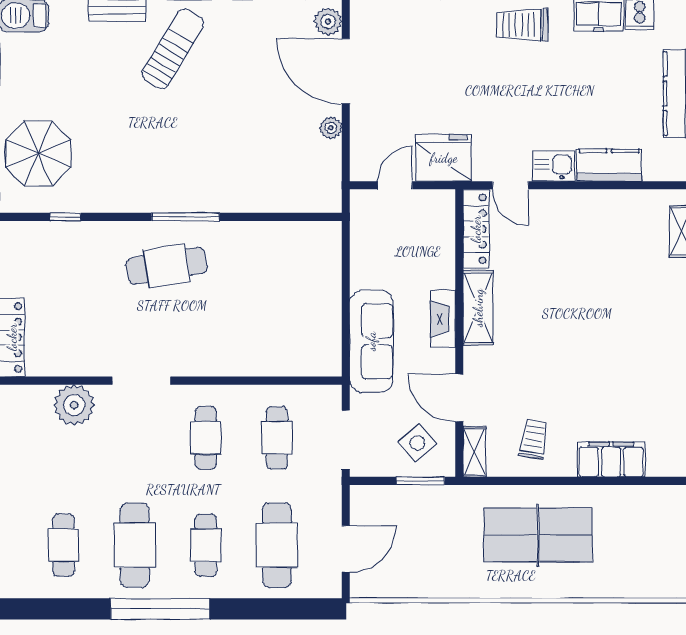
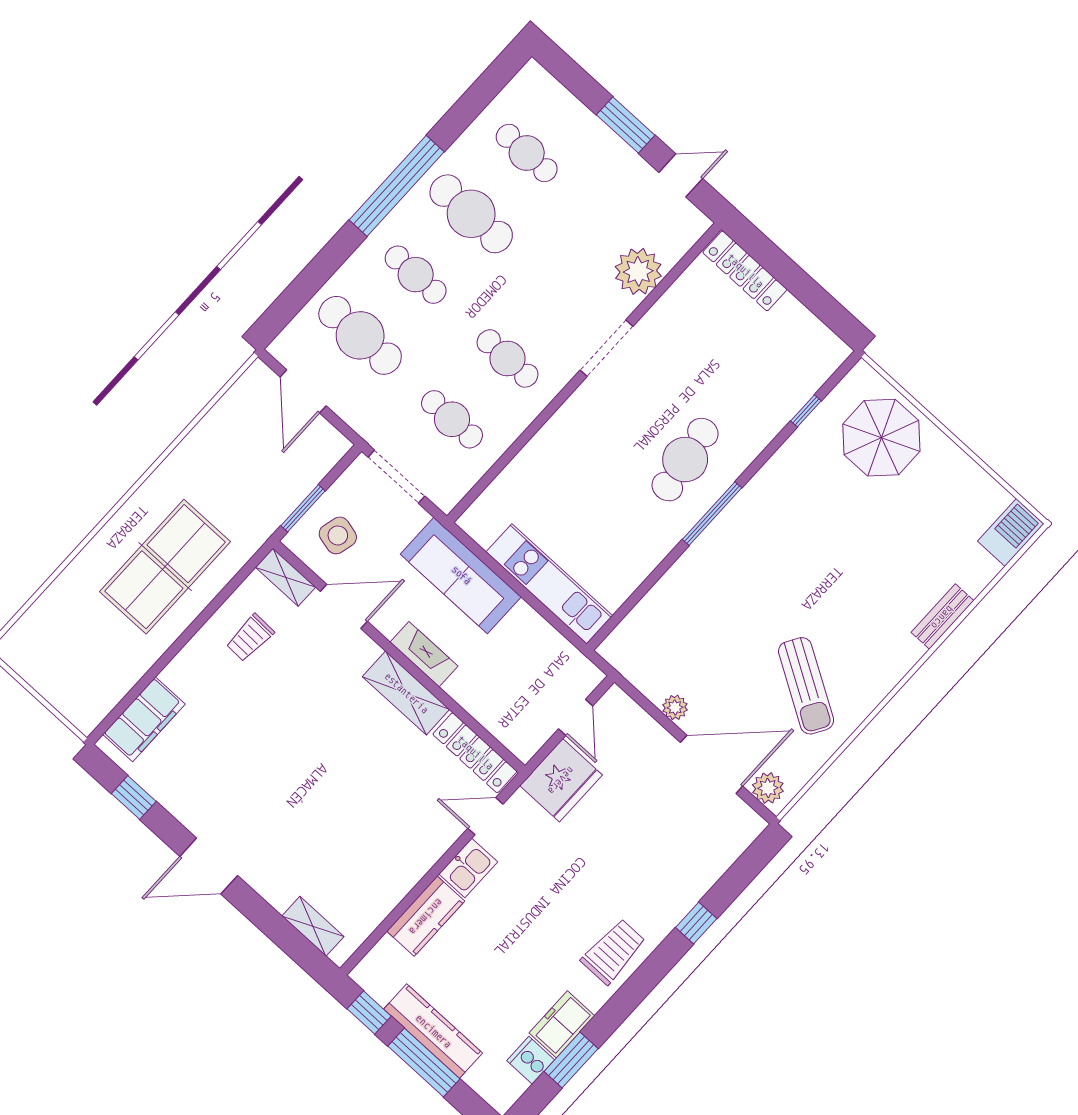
sun lounger: (173, 49) -> (806, 686), moved
kitchen unit: (325, 280) -> (549, 584), added
trolley: (534, 439) -> (250, 638), turned 82
side table: (417, 443) -> (338, 535), turned -35
filing cabinet: (611, 459) -> (144, 719), moved

